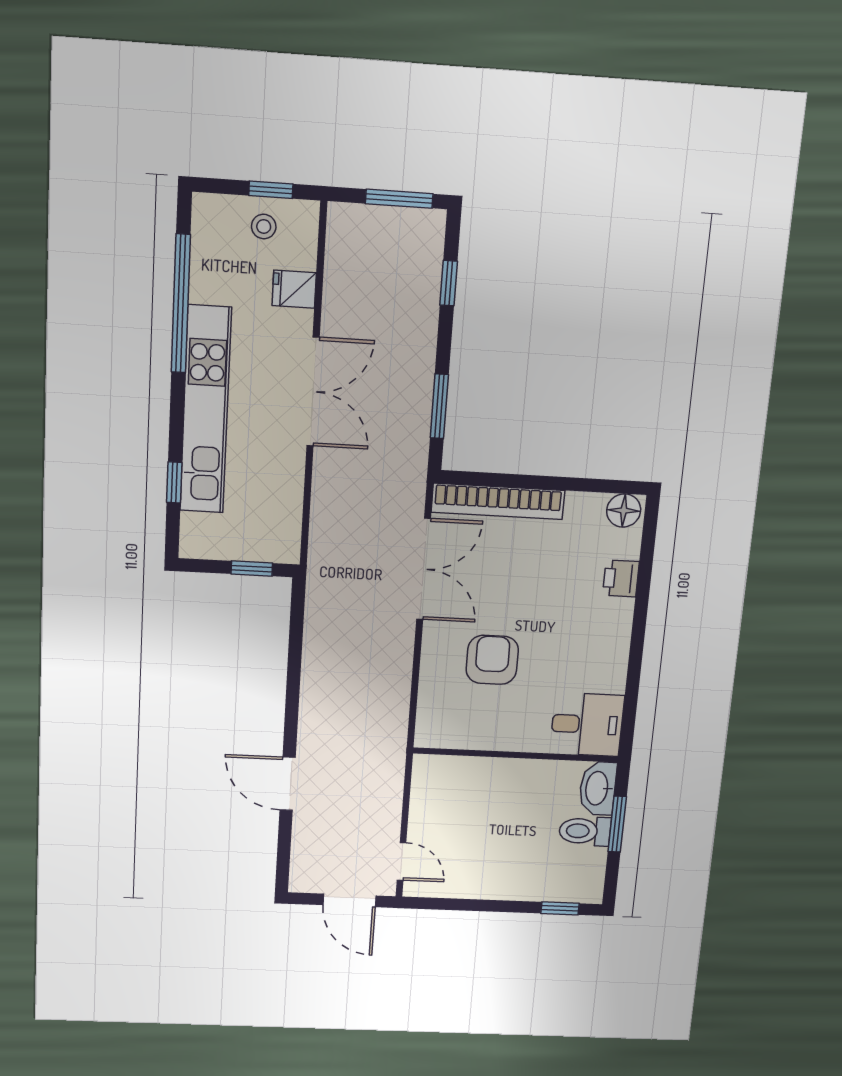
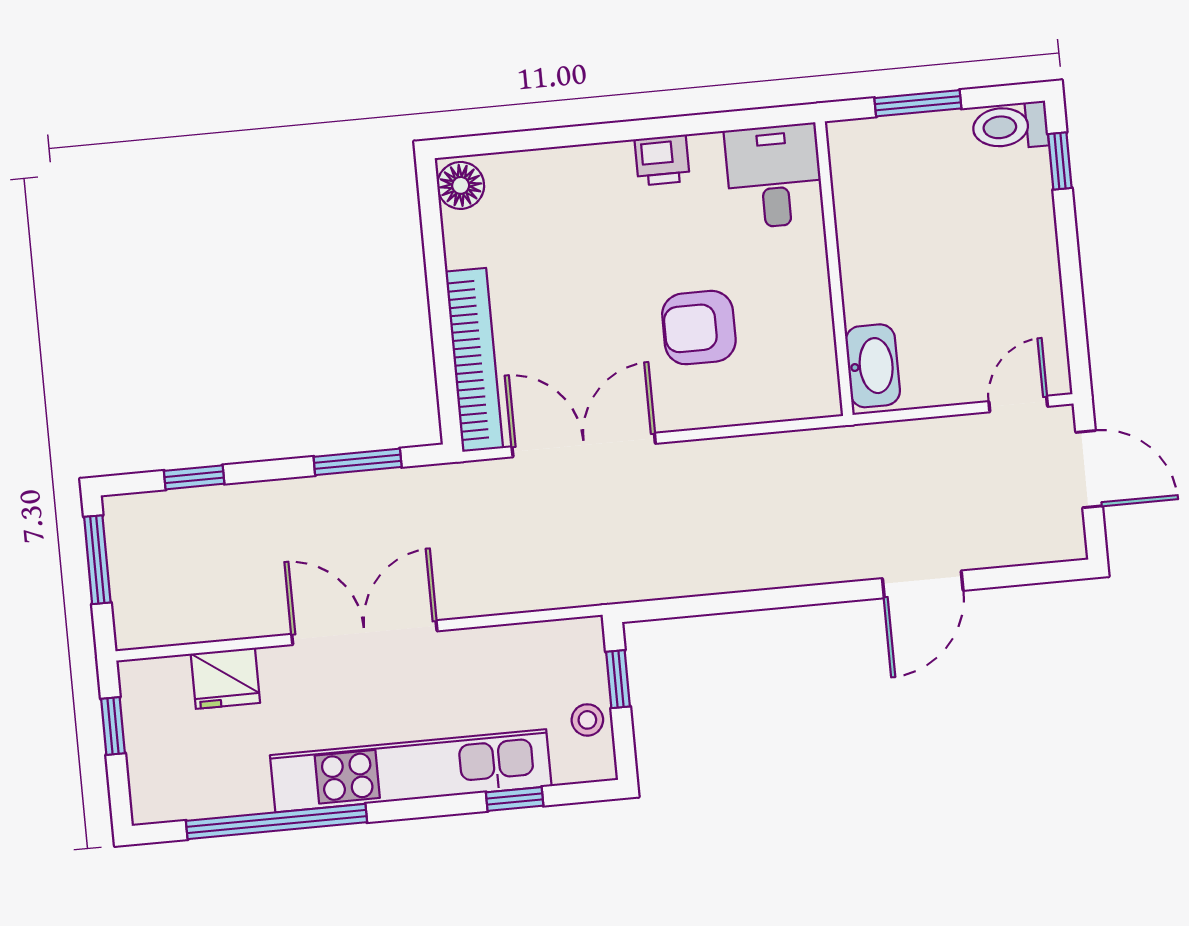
stool: (264, 227) -> (587, 720), moved
fridge: (294, 289) -> (225, 678), width x1.38
printer: (621, 578) -> (662, 160), moved
washbasin: (598, 788) -> (873, 366), moved, turned -90
toilet: (585, 831) -> (1010, 126), moved, turned 90
door: (349, 900) -> (1089, 469), hinge flipped

